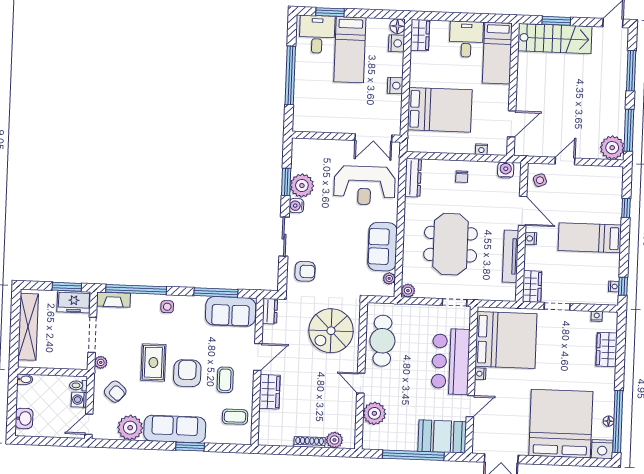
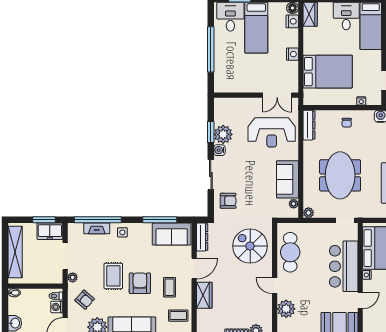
fireplace: (113, 300) -> (97, 228), moved
dresser: (270, 311) -> (202, 237), width x1.44
spiral stairs: (331, 331) -> (250, 246), turned 90

